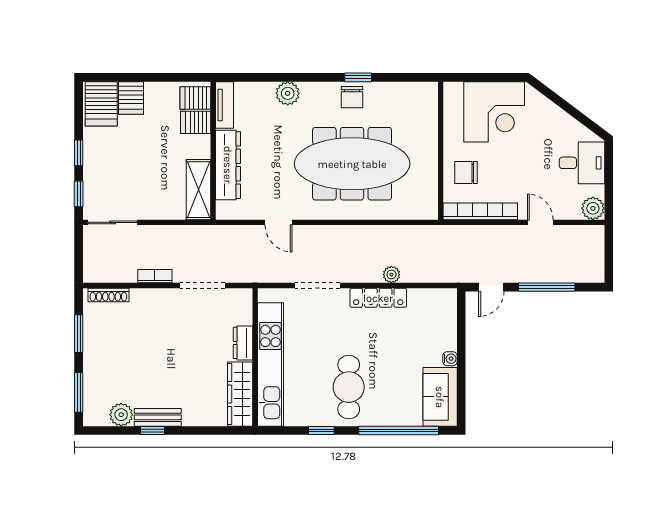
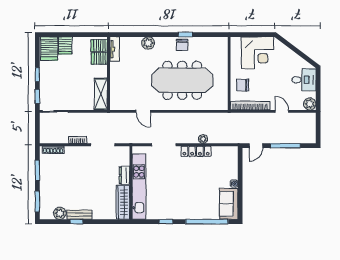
dresser: (228, 165) -> (116, 81), removed
cafe table: (349, 387) -> (180, 199), removed

